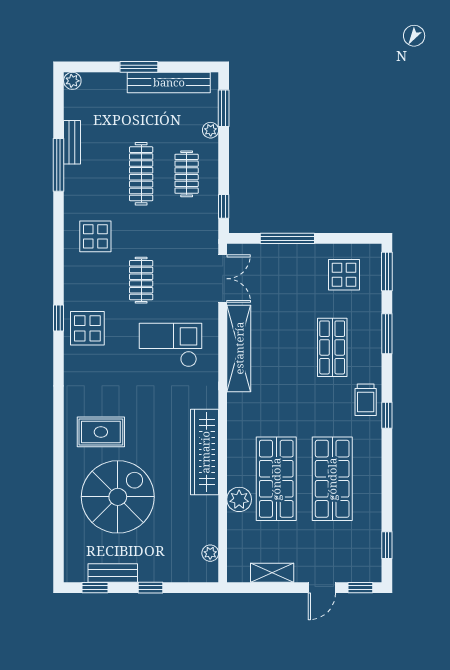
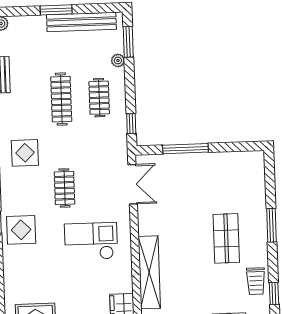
window: (387, 272) -> (270, 173), removed
display table: (344, 275) -> (234, 177), removed
shelving: (239, 348) -> (149, 272), moved

